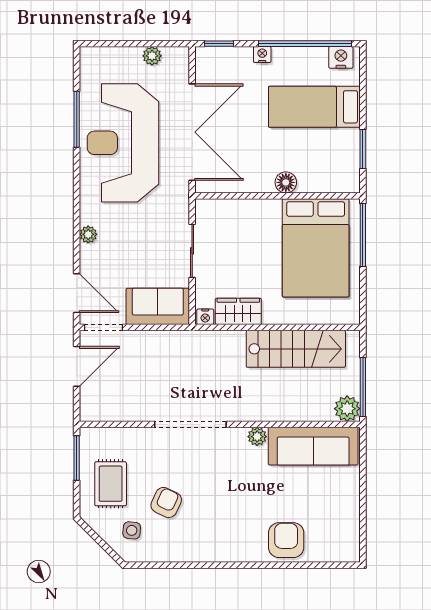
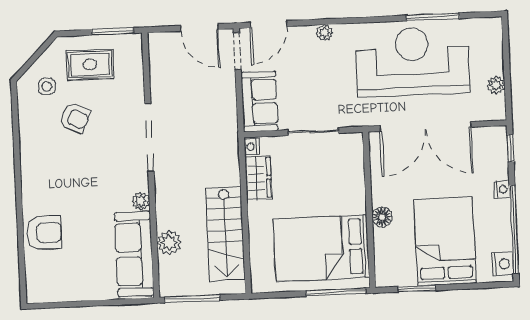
bed: (314, 107) -> (445, 241), width x1.50
plant: (347, 409) -> (169, 243), moved

